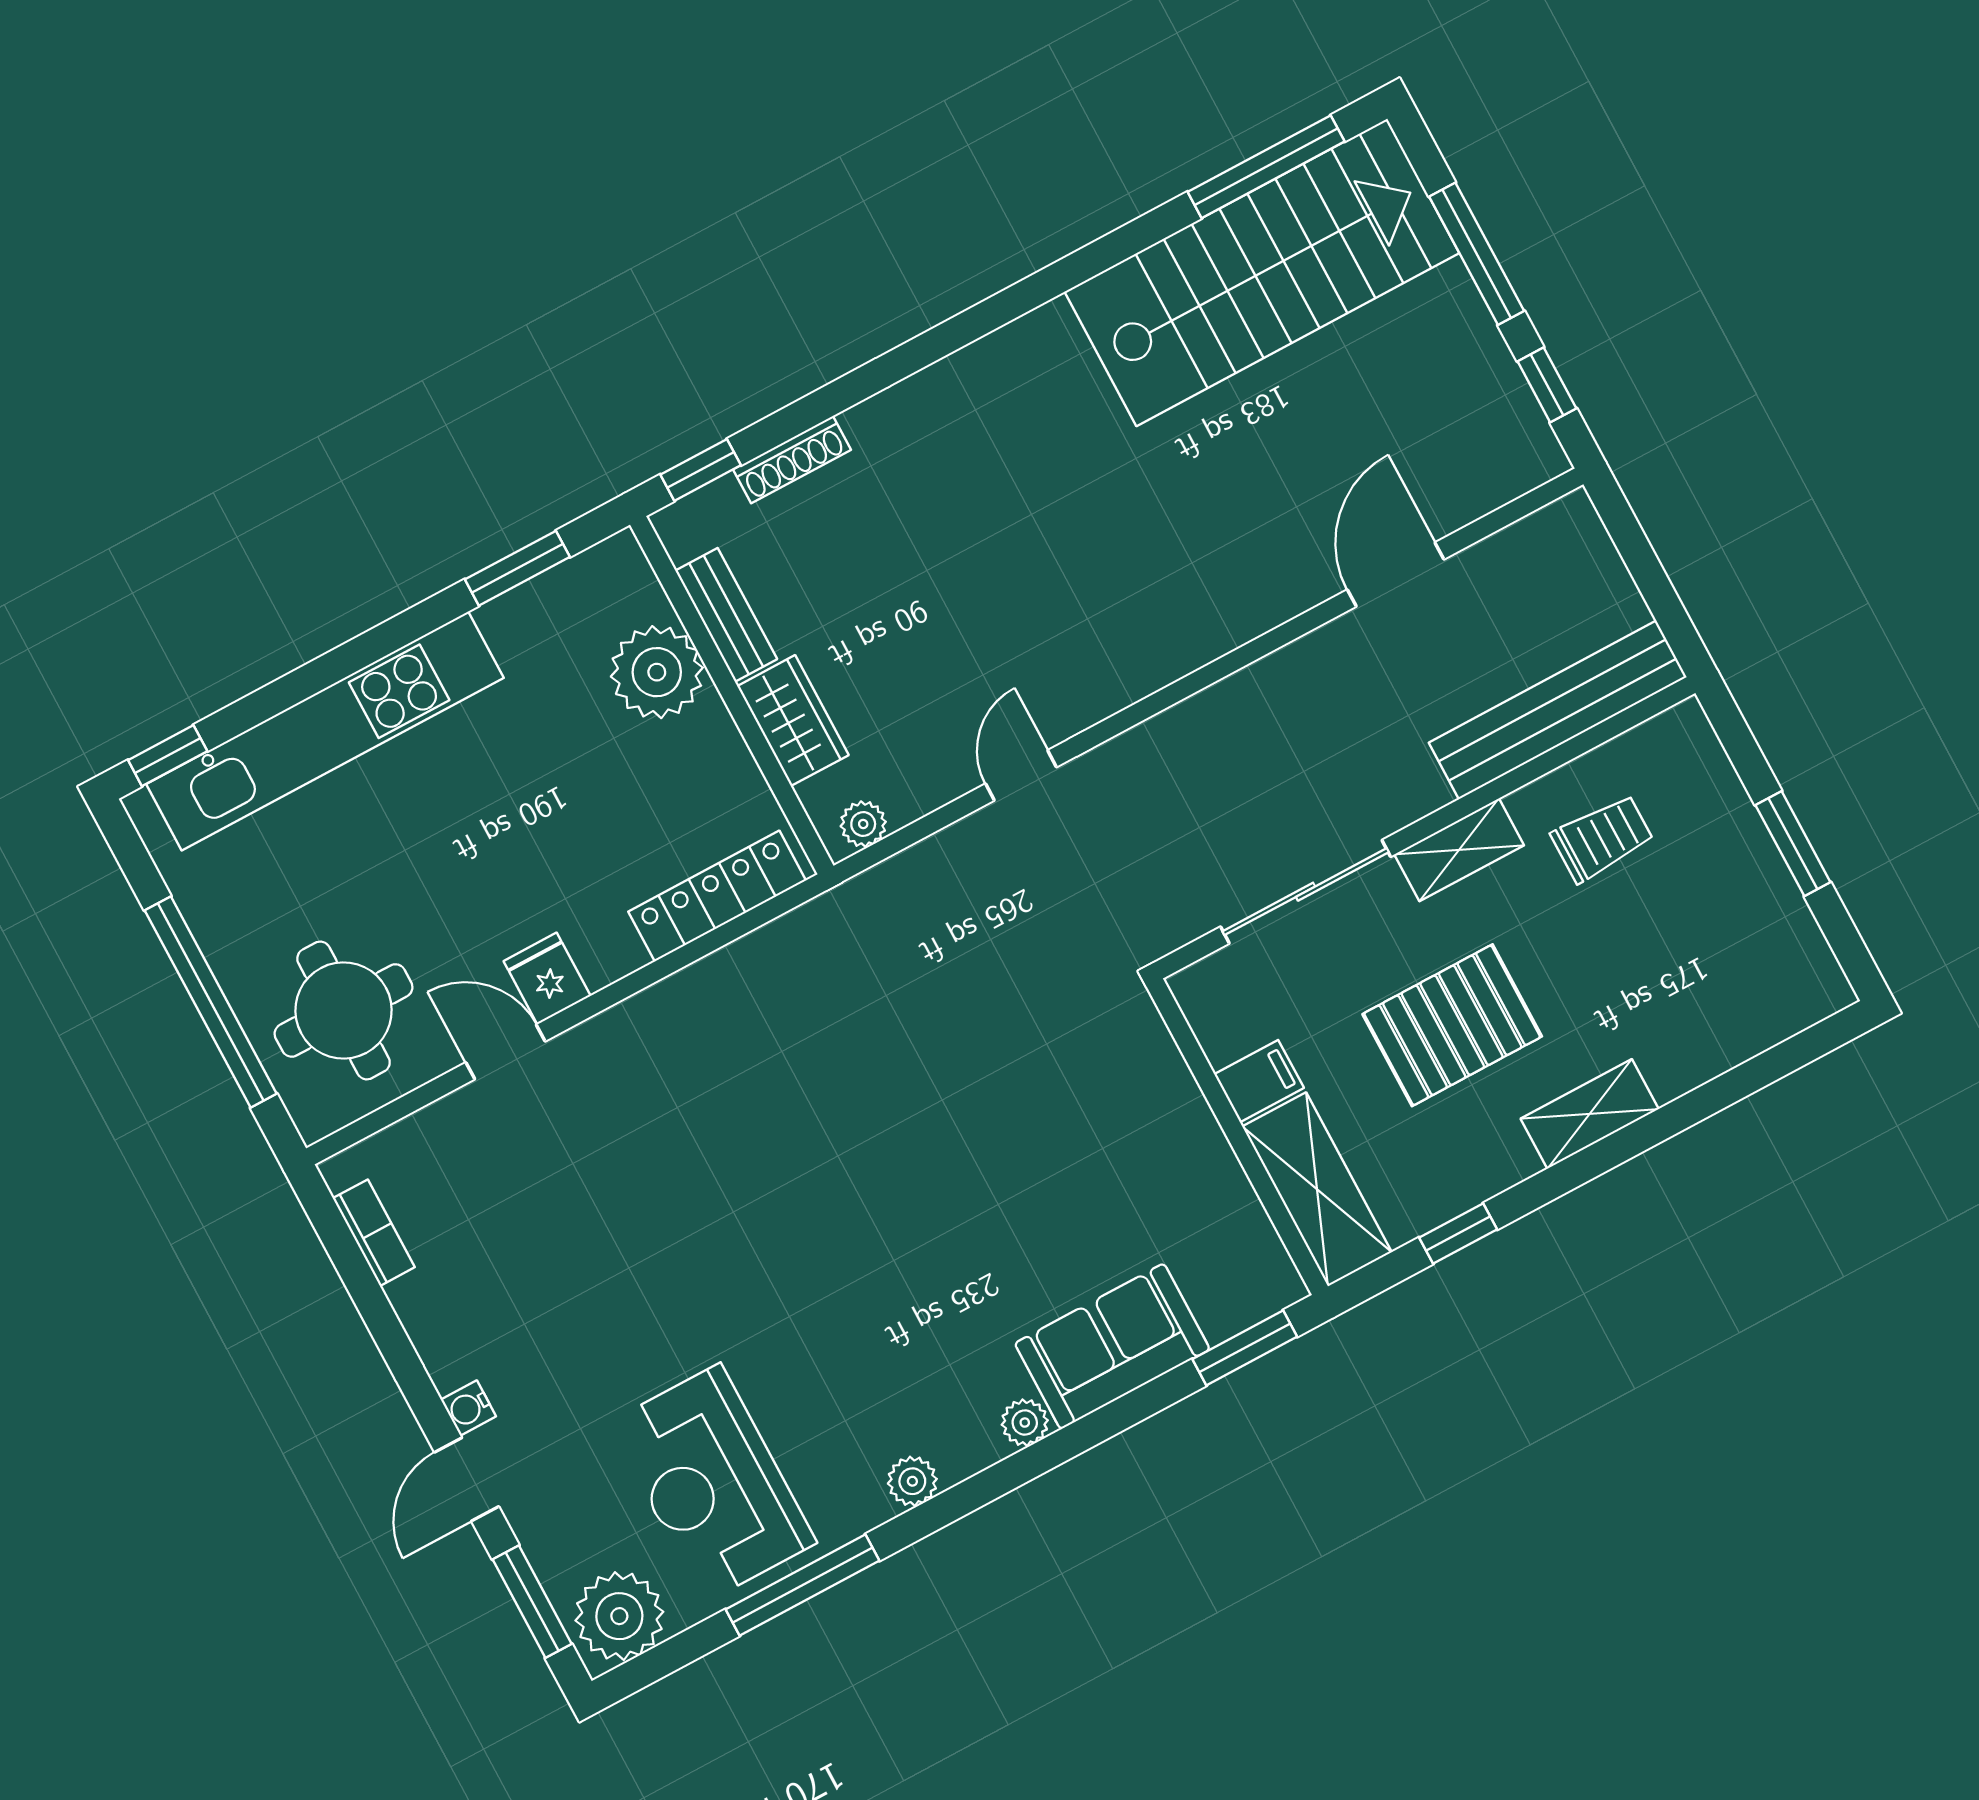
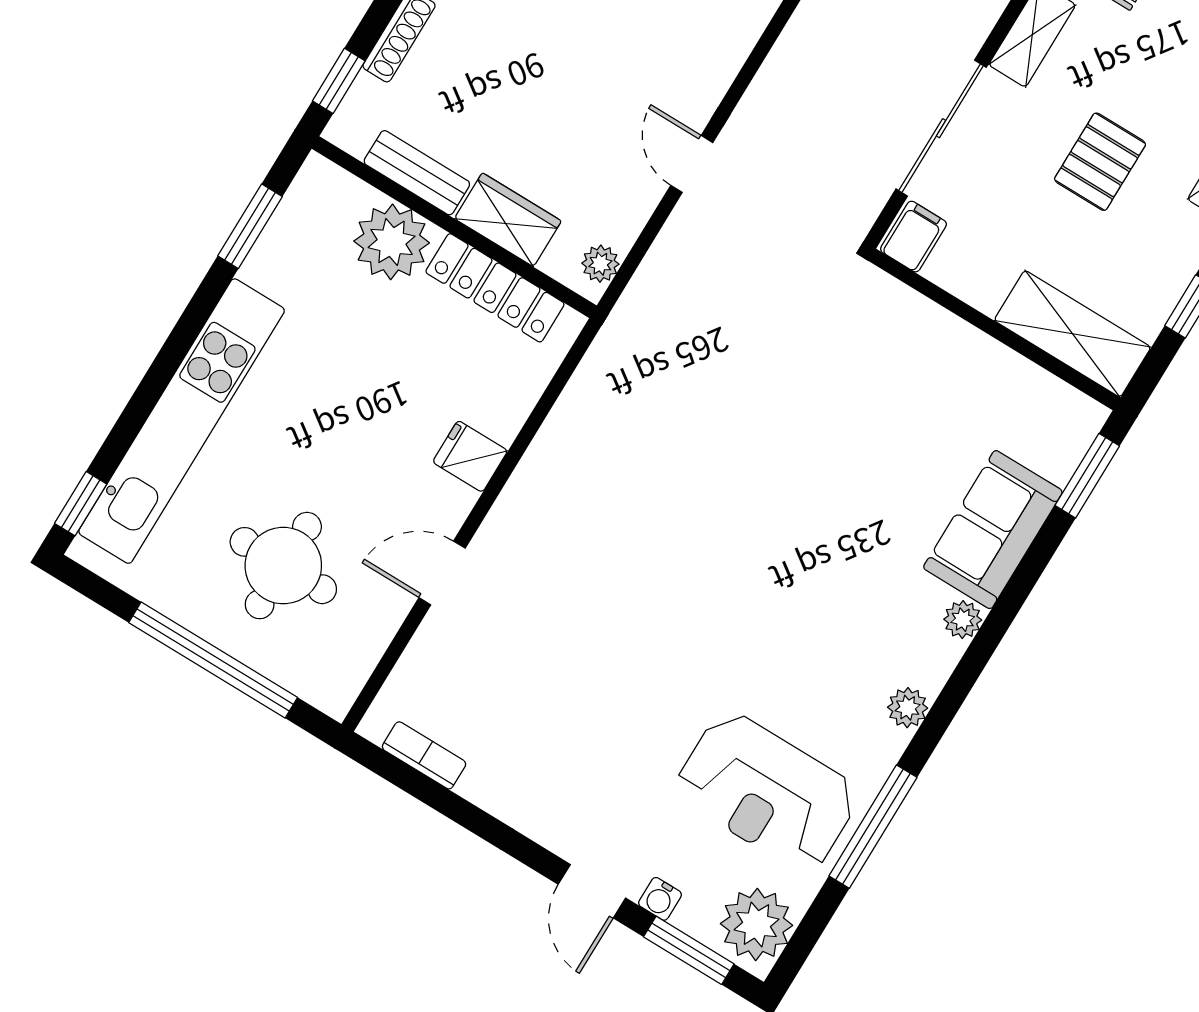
locker: (717, 896) -> (495, 288), moved, turned -90
fridge: (547, 979) -> (470, 456), moved
round table: (344, 1010) -> (283, 566), moved
pallet: (1452, 1025) -> (1100, 162), width x0.67, depth x0.71
filing cabinet: (1259, 1081) -> (914, 237), moved
water cooler: (468, 1408) -> (660, 899), moved

